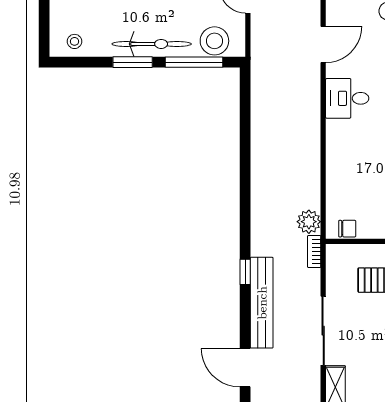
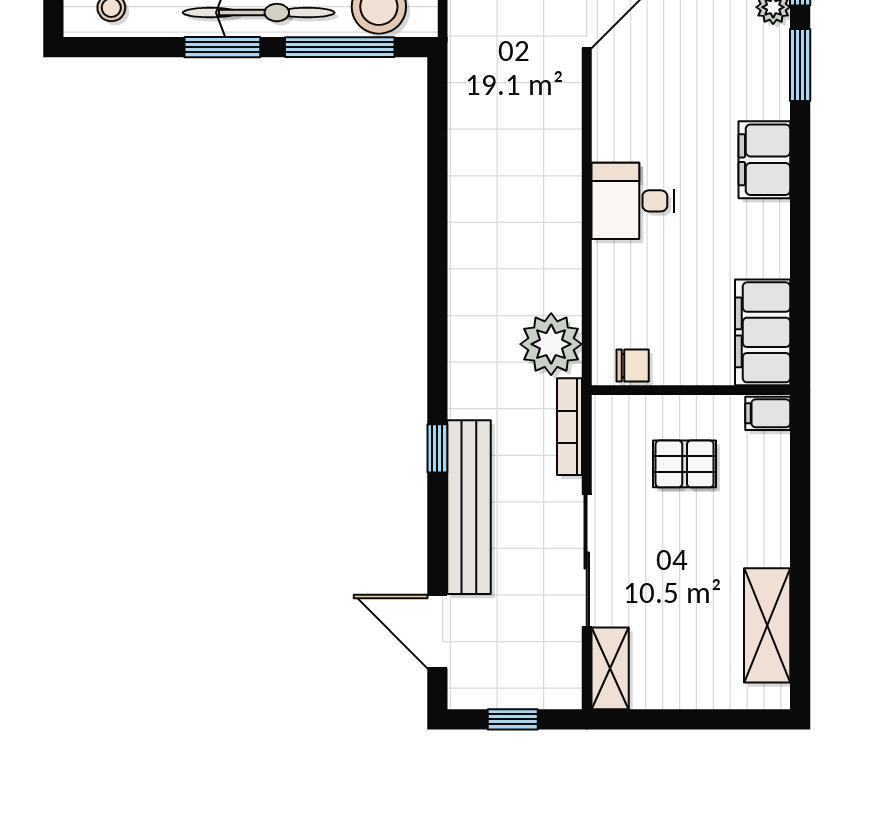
desk: (347, 98) -> (633, 201), moved
plant: (309, 222) -> (551, 344), width x1.36, depth x1.36
bookcase: (314, 251) -> (570, 427), width x1.56

